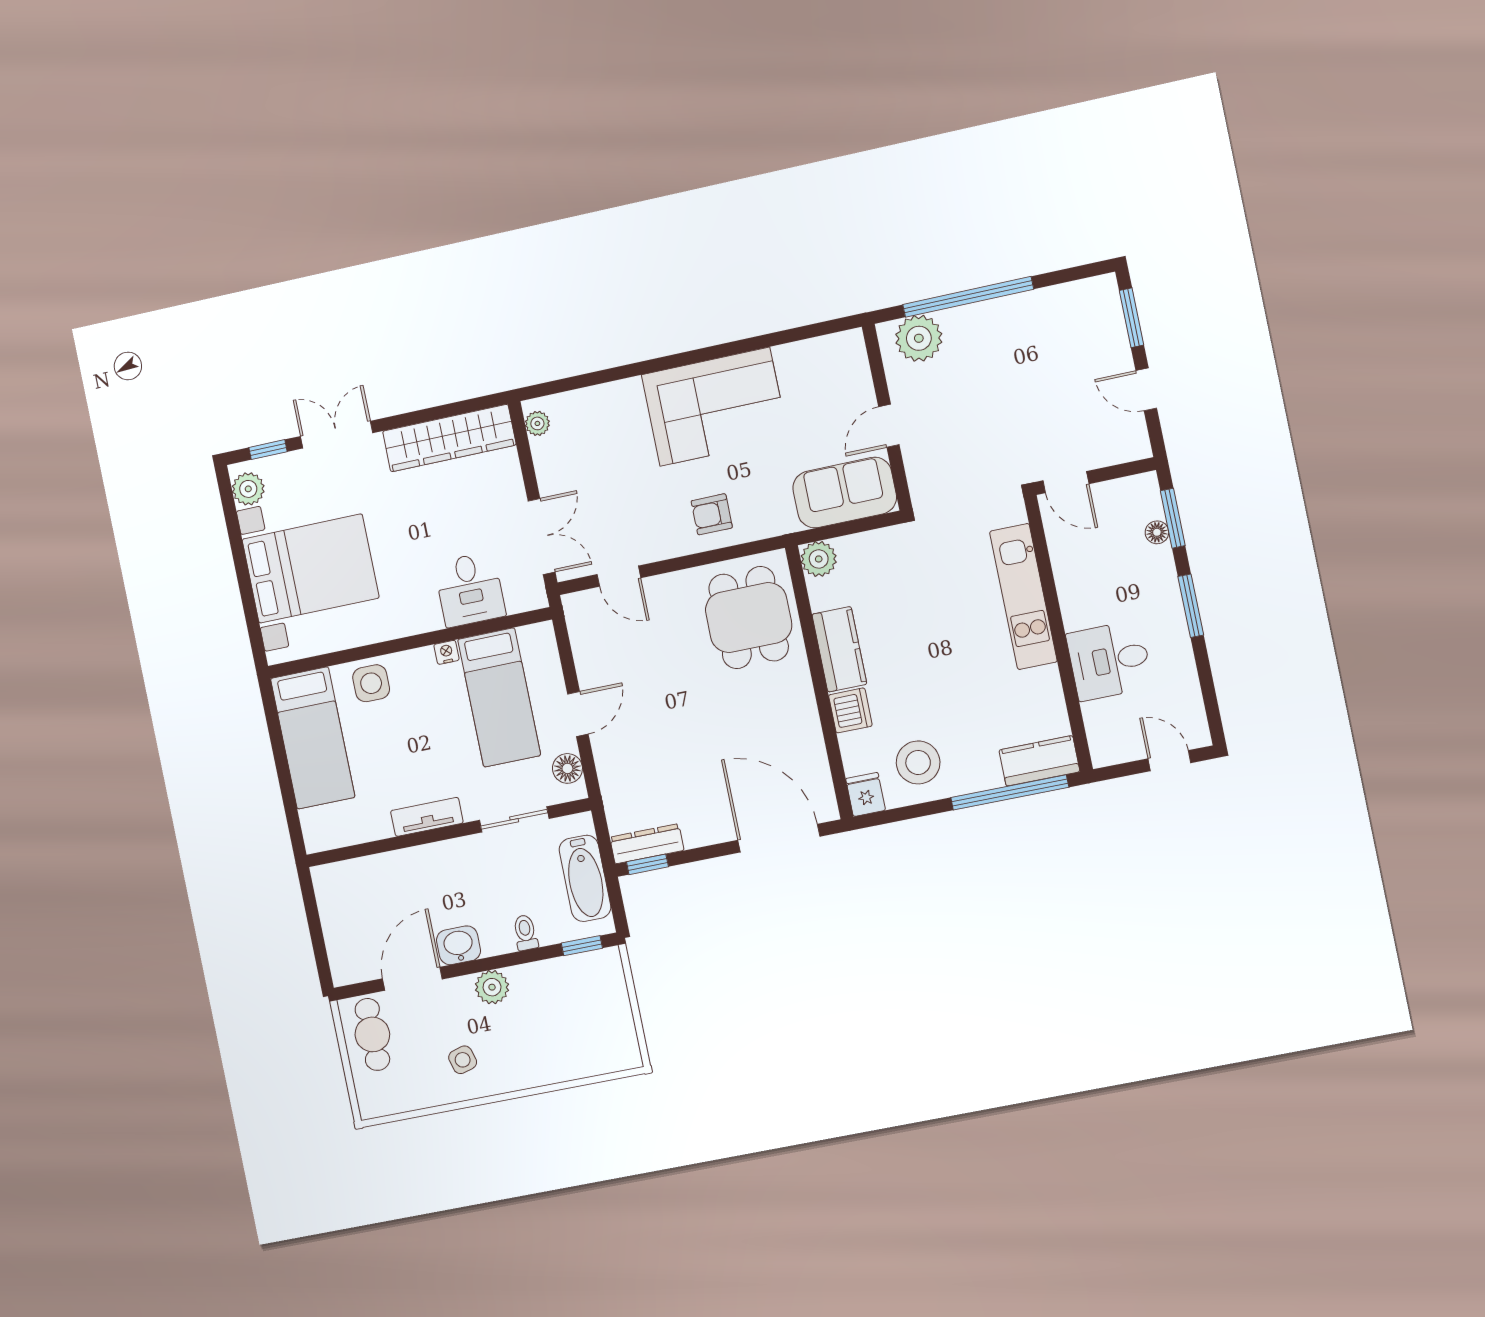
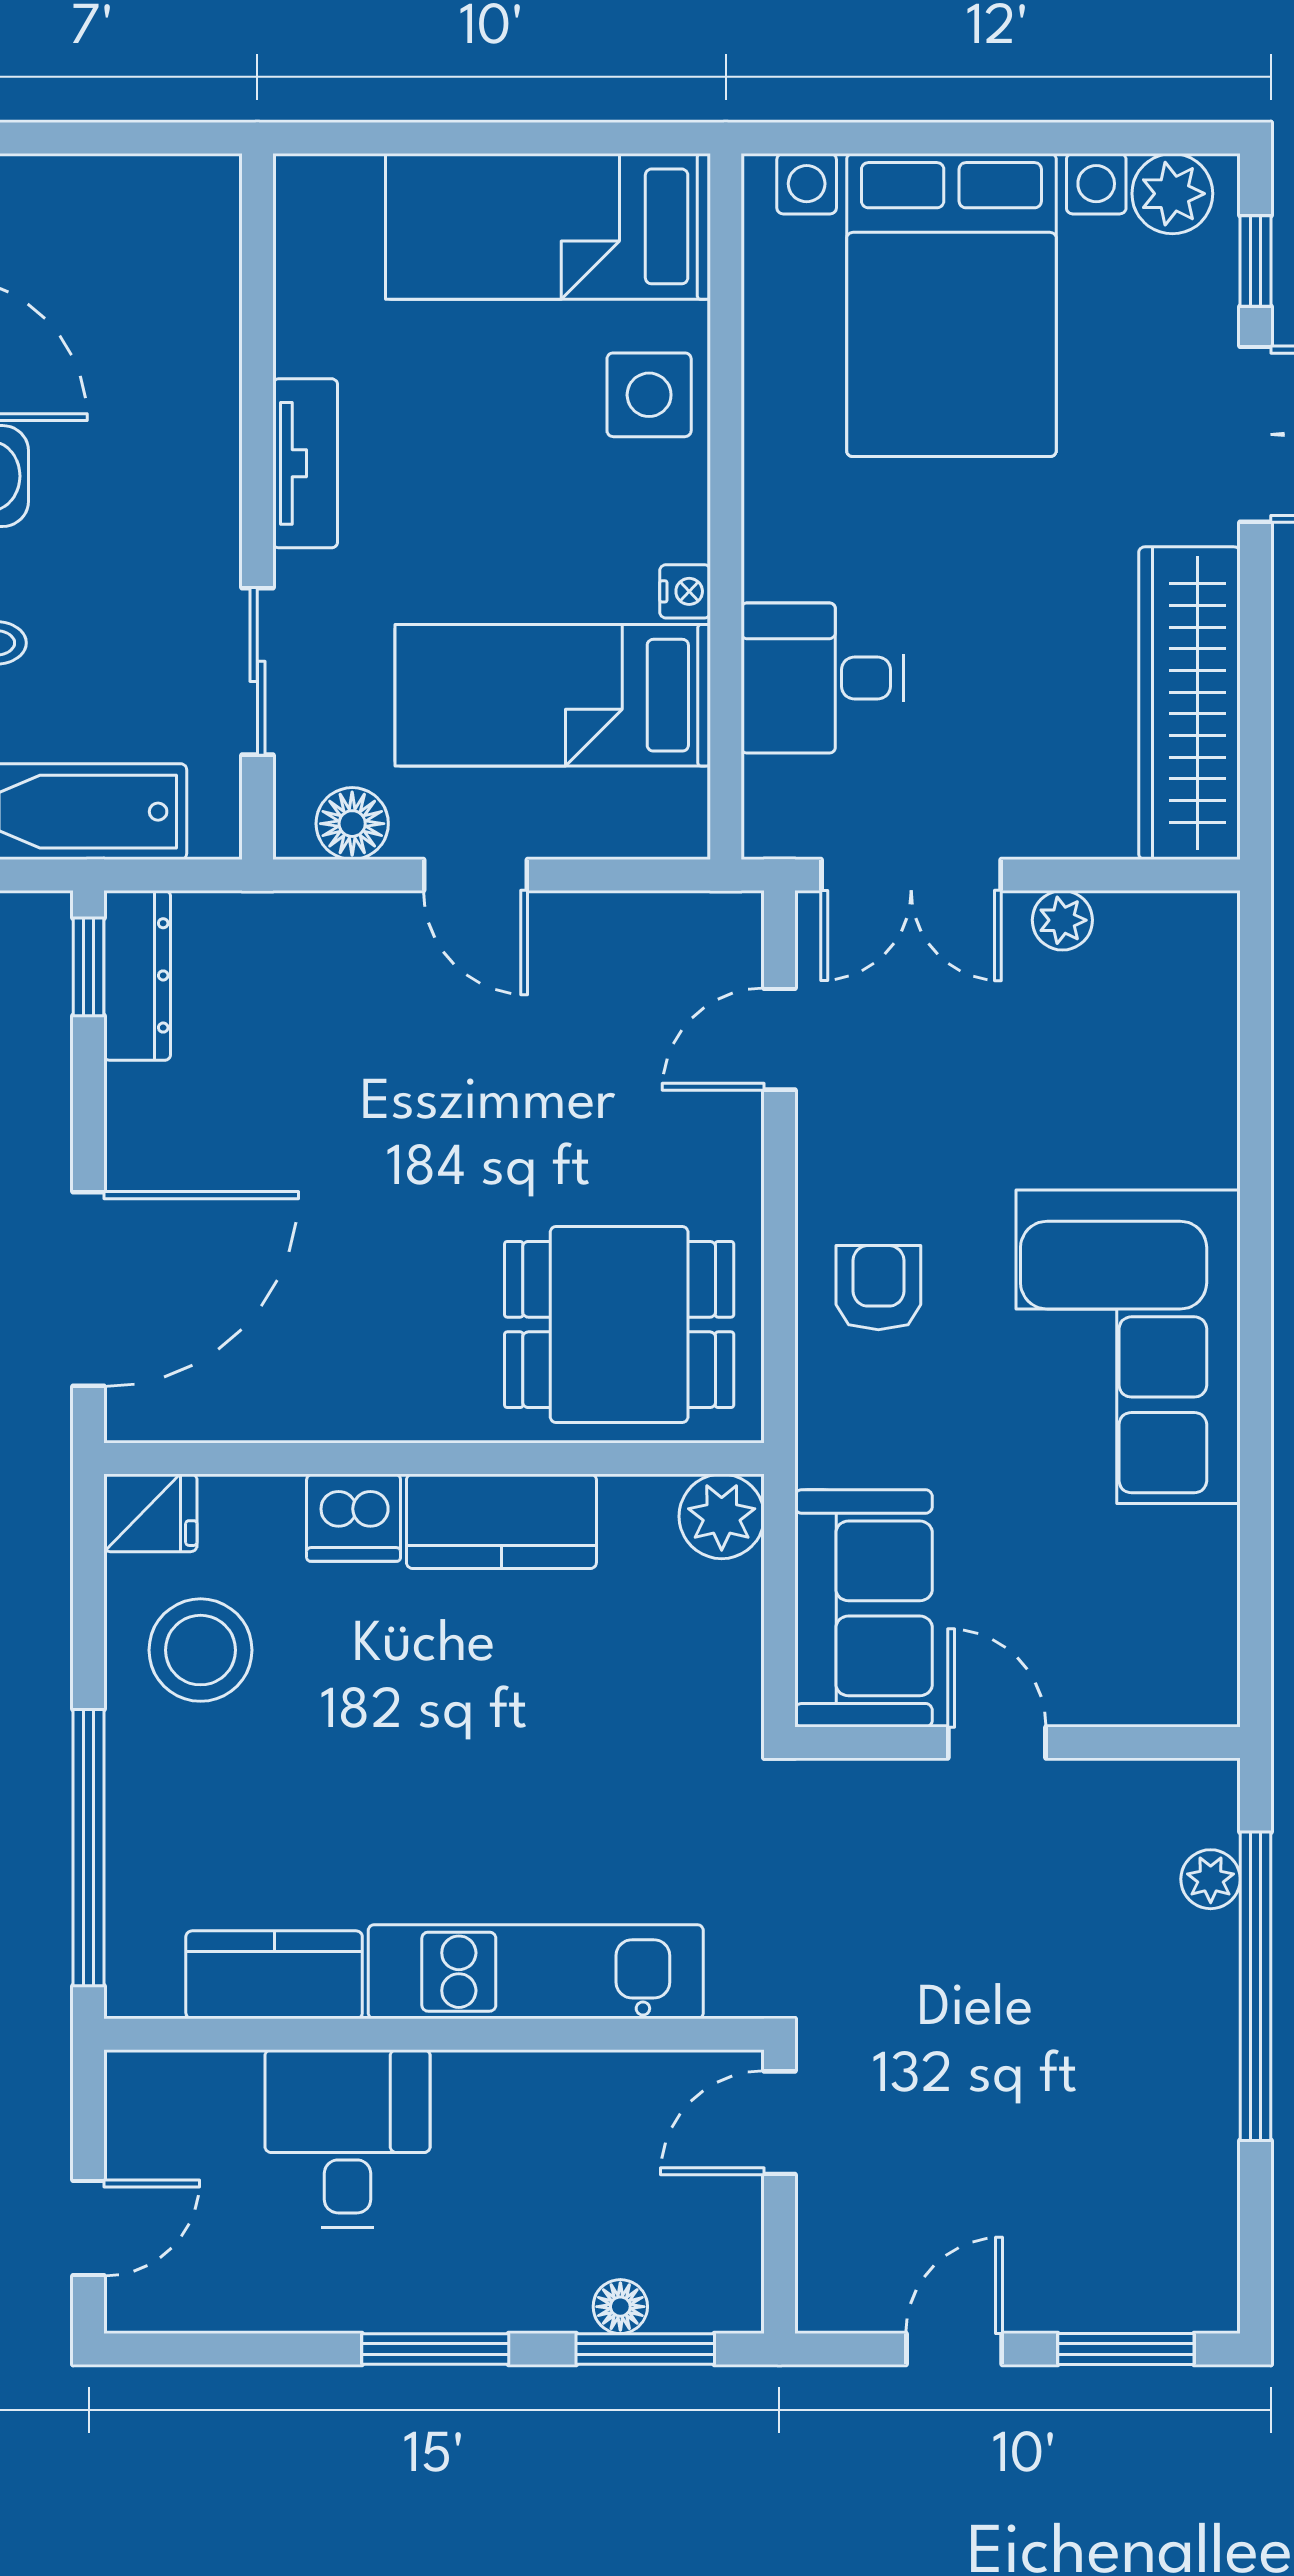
plant: (919, 338) -> (1211, 1879), width x0.53, depth x0.53
plant: (537, 423) -> (1062, 920), moved
kitchen counter: (1039, 761) -> (274, 1975), moved, turned -90

